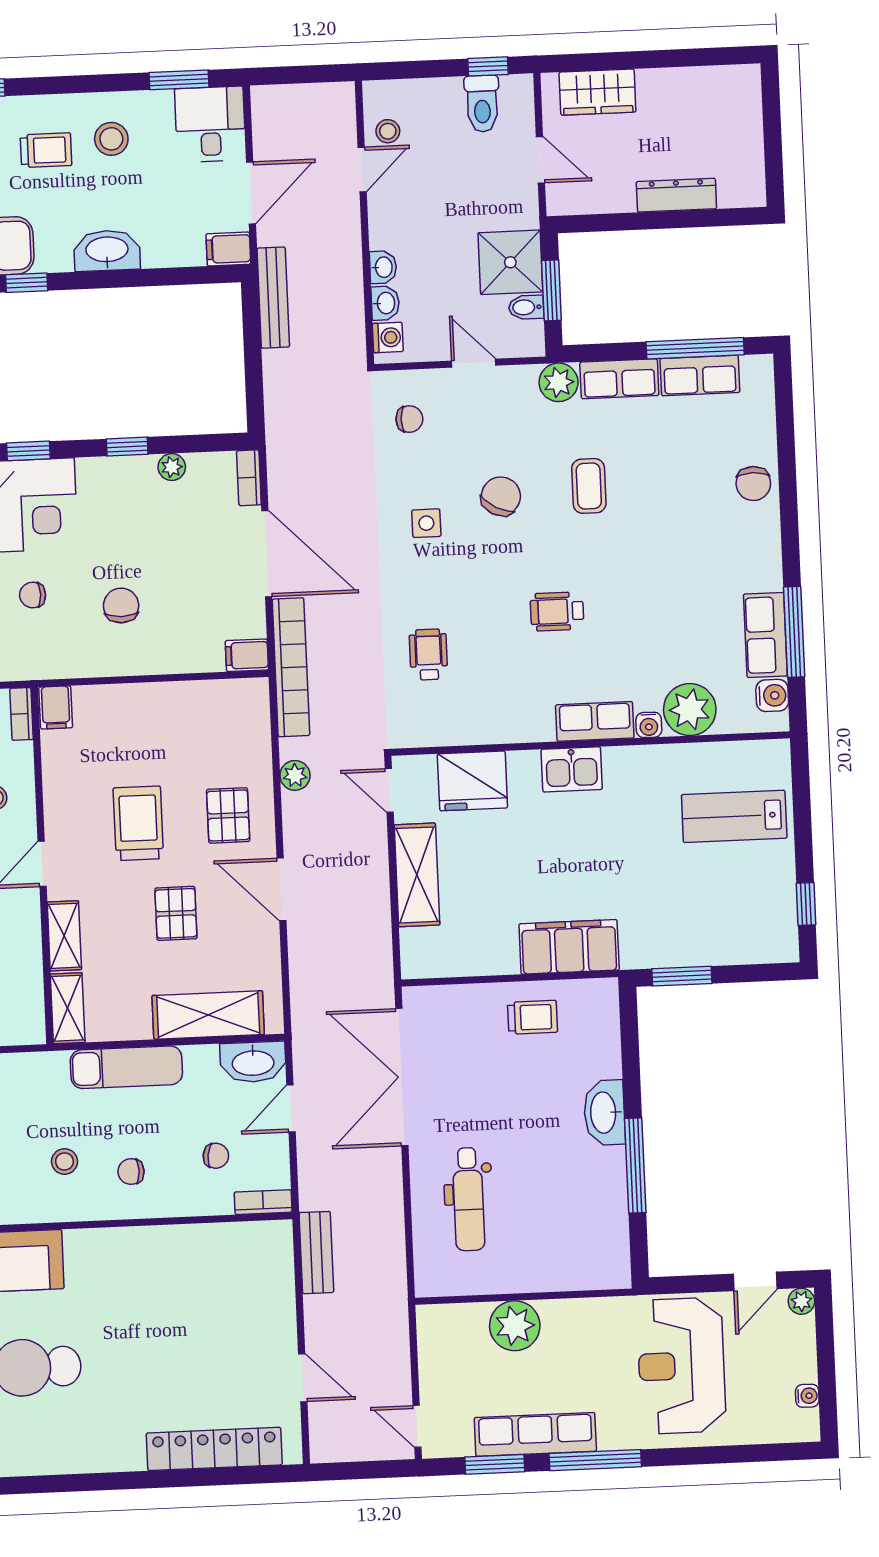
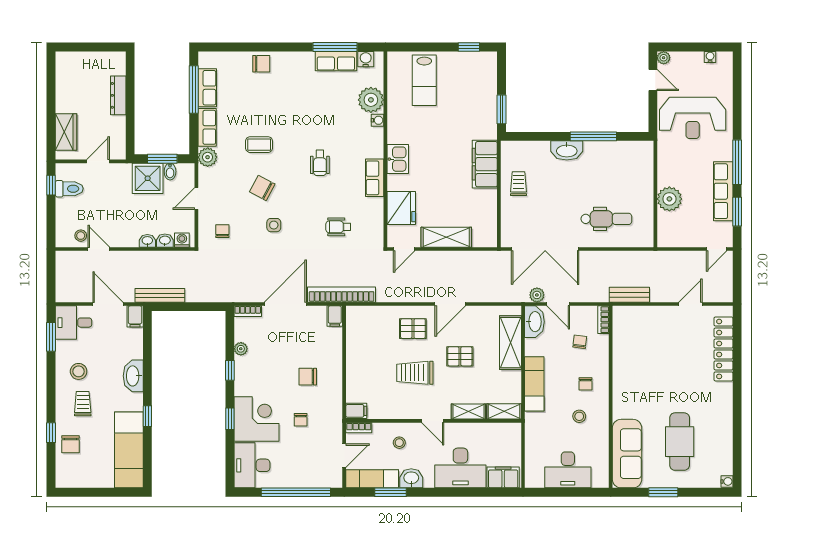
row of seats: (595, 721) -> (375, 178), moved
plant: (295, 775) -> (537, 295), moved

